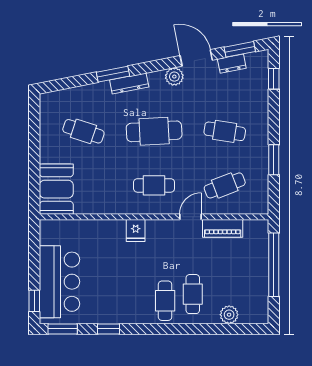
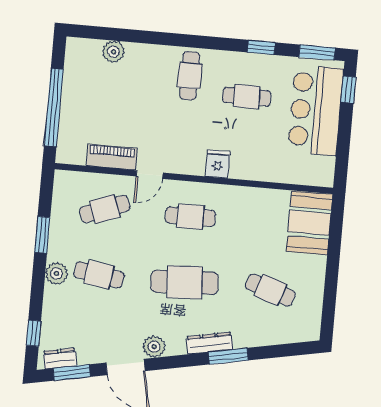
dresser: (232, 64) -> (60, 358), moved
plant: (259, 129) -> (56, 273), added
cafe table: (193, 294) -> (247, 97), moved, turned 90

